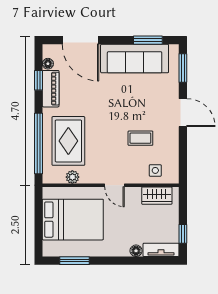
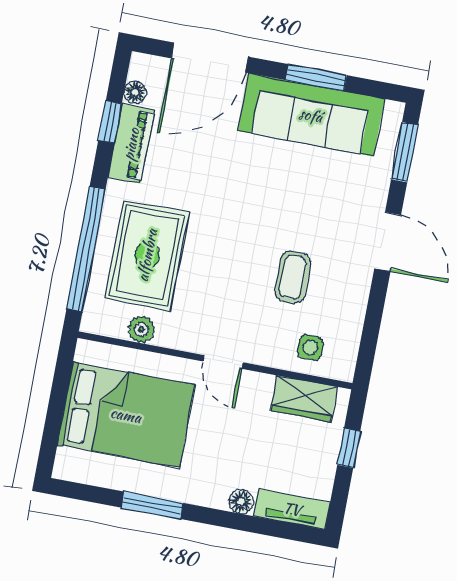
door: (80, 40) -> (210, 57), hinge flipped
window: (148, 40) -> (316, 78), moved
coffee table: (140, 138) -> (293, 277), turned 90
window: (183, 234) -> (349, 448), moved
window: (74, 261) -> (152, 505), moved

